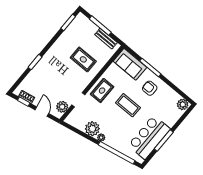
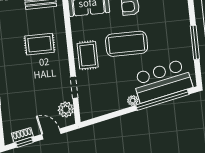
coffee table: (128, 105) -> (127, 44), width x1.36, depth x1.32
plant: (92, 129) -> (116, 101), removed
bar counter: (149, 137) -> (162, 81), moved, turned 79

